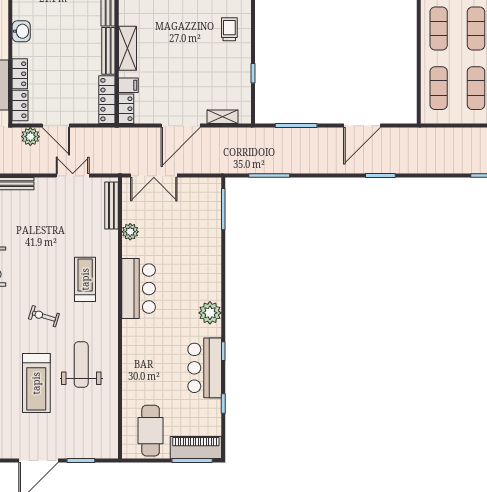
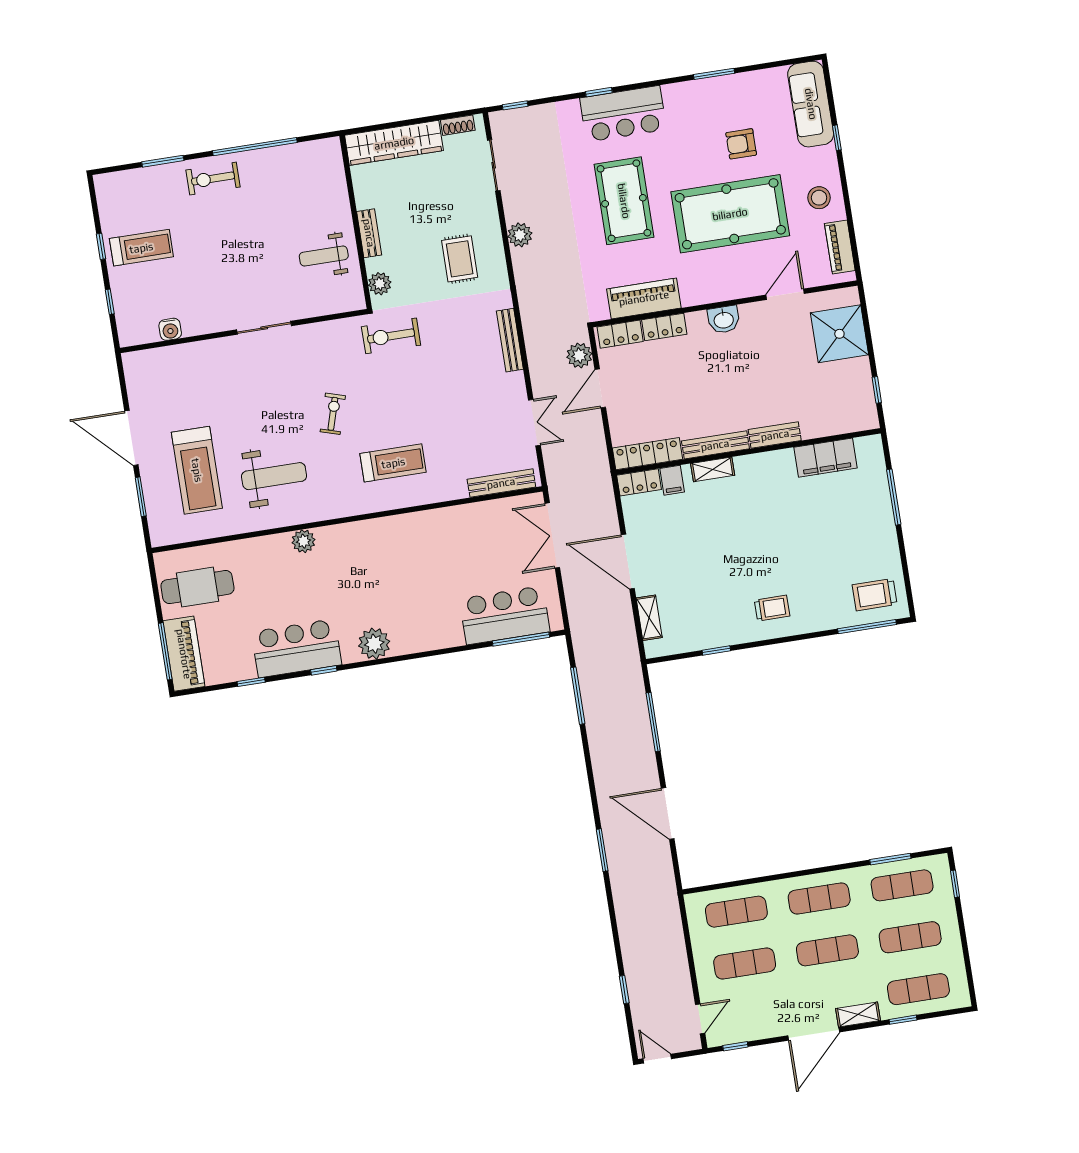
shelving: (127, 48) -> (713, 469), width x0.67, depth x0.75
plant: (130, 232) -> (303, 541), moved
bar counter: (139, 289) -> (505, 615), moved, turned 180
treadmill: (36, 383) -> (197, 470), moved, turned -90

